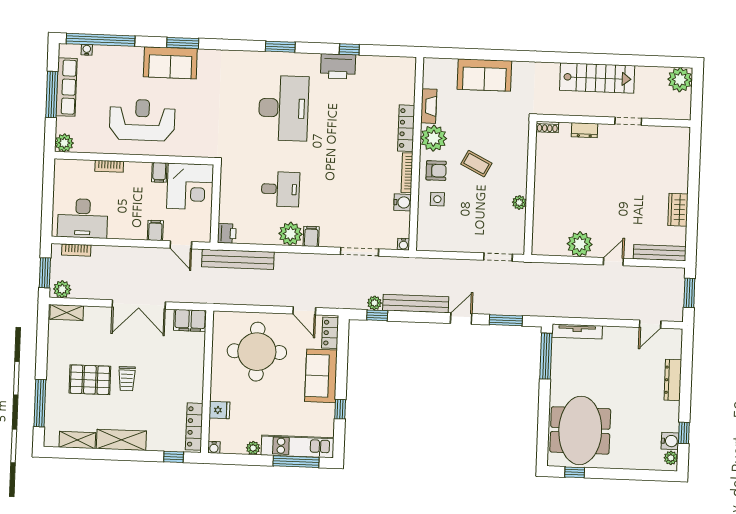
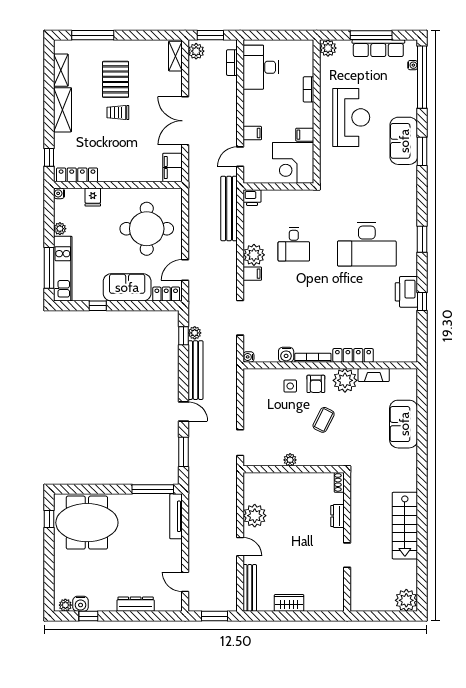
wall: (614, 121) -> (347, 542), moved
doorway: (628, 121) -> (347, 555), moved
shoe rack: (547, 127) -> (339, 482), moved
dresser: (584, 130) -> (338, 516), moved

